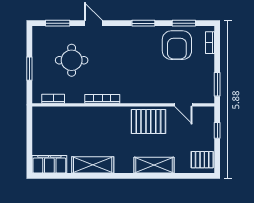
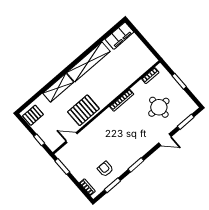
armchair: (177, 45) -> (105, 169), width x0.53, depth x0.53
shelving: (93, 165) -> (88, 62), width x1.47

